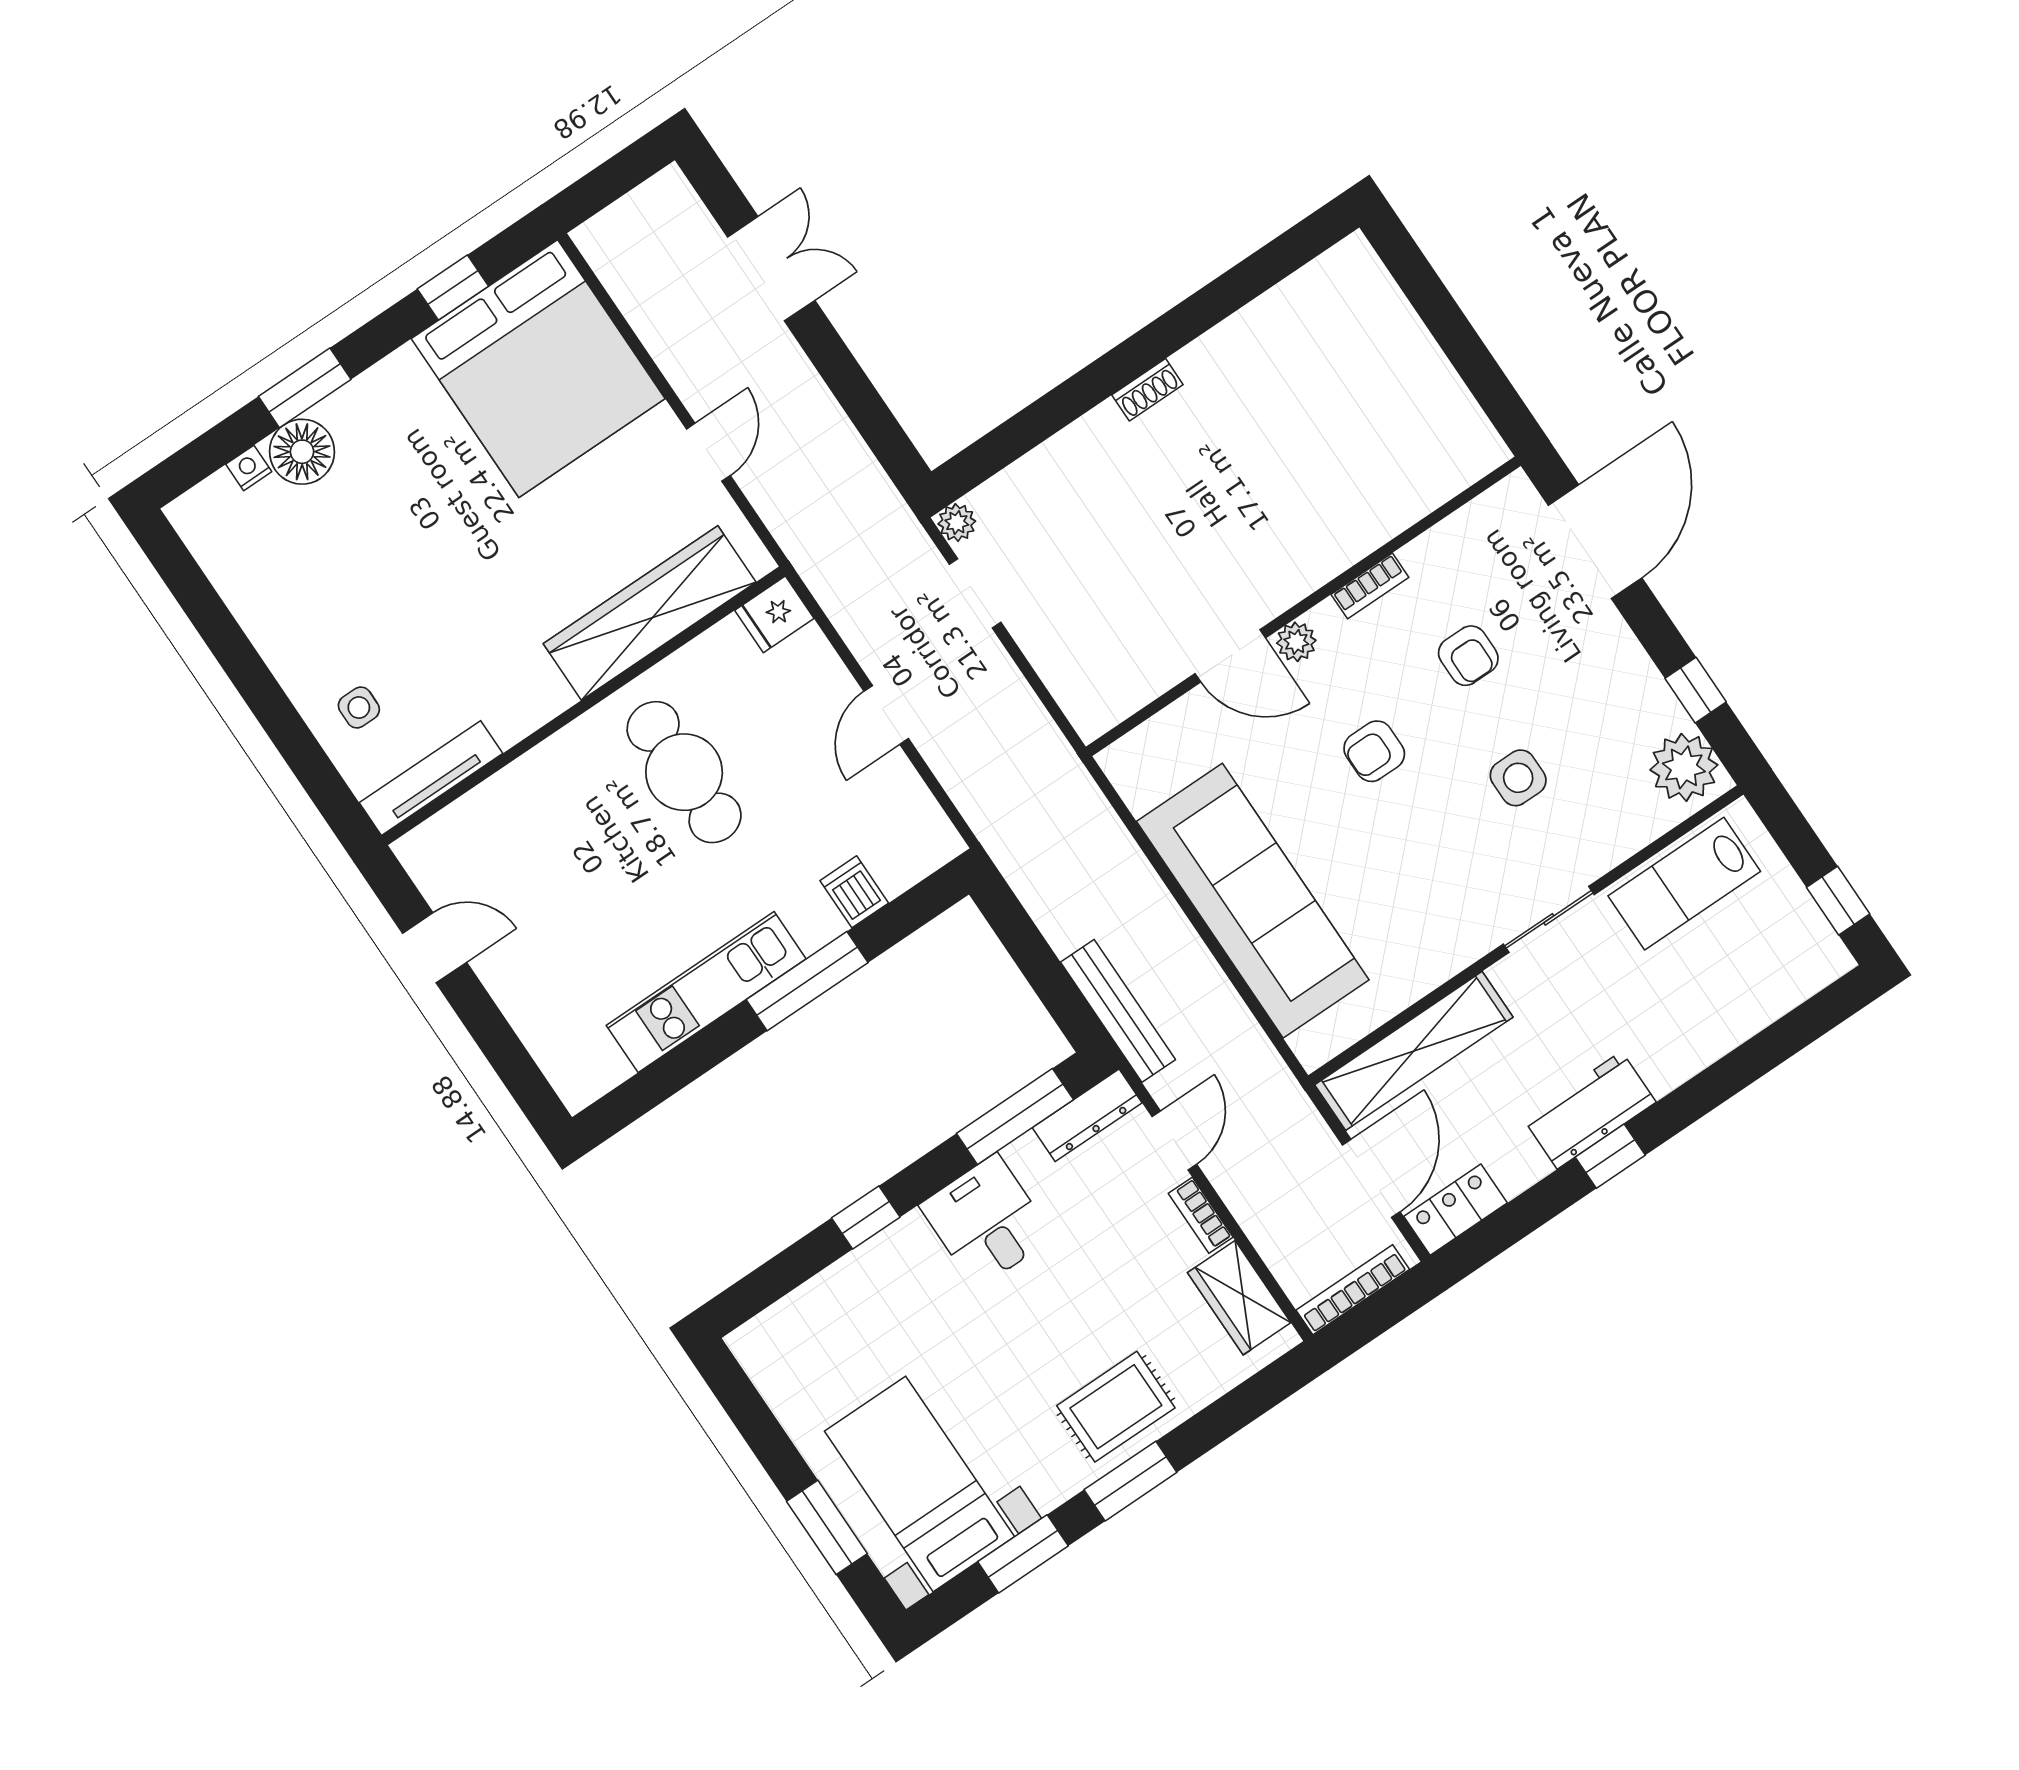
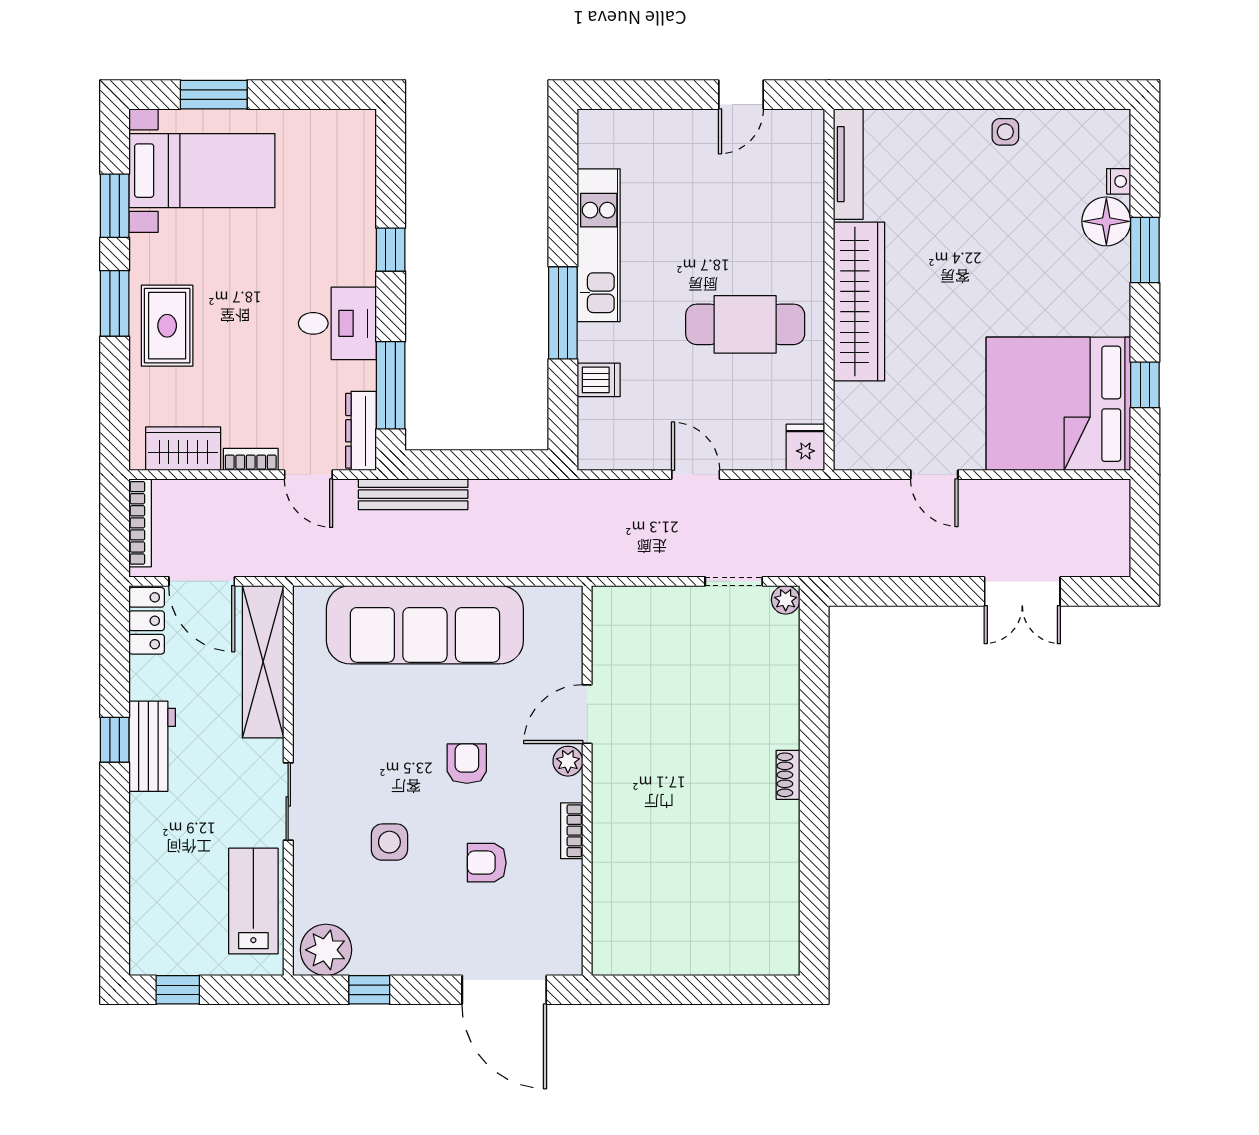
wardrobe: (650, 613) -> (859, 302), moved
side table: (359, 707) -> (1005, 132), moved

